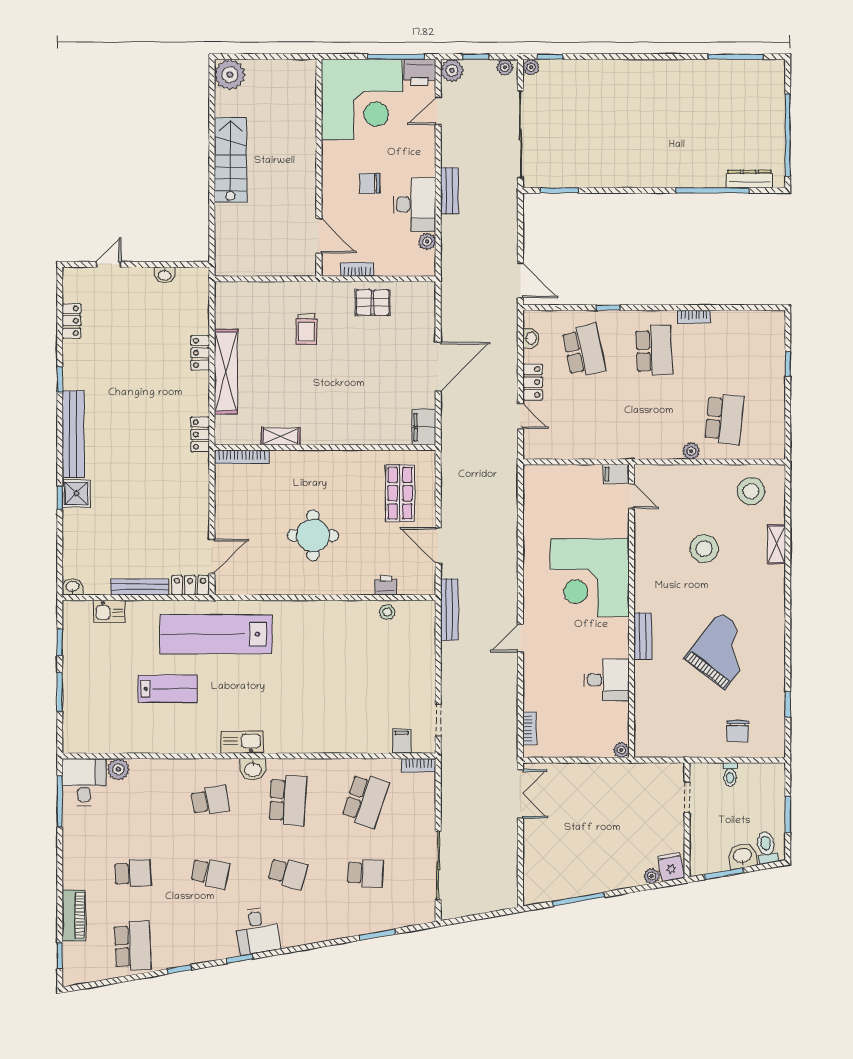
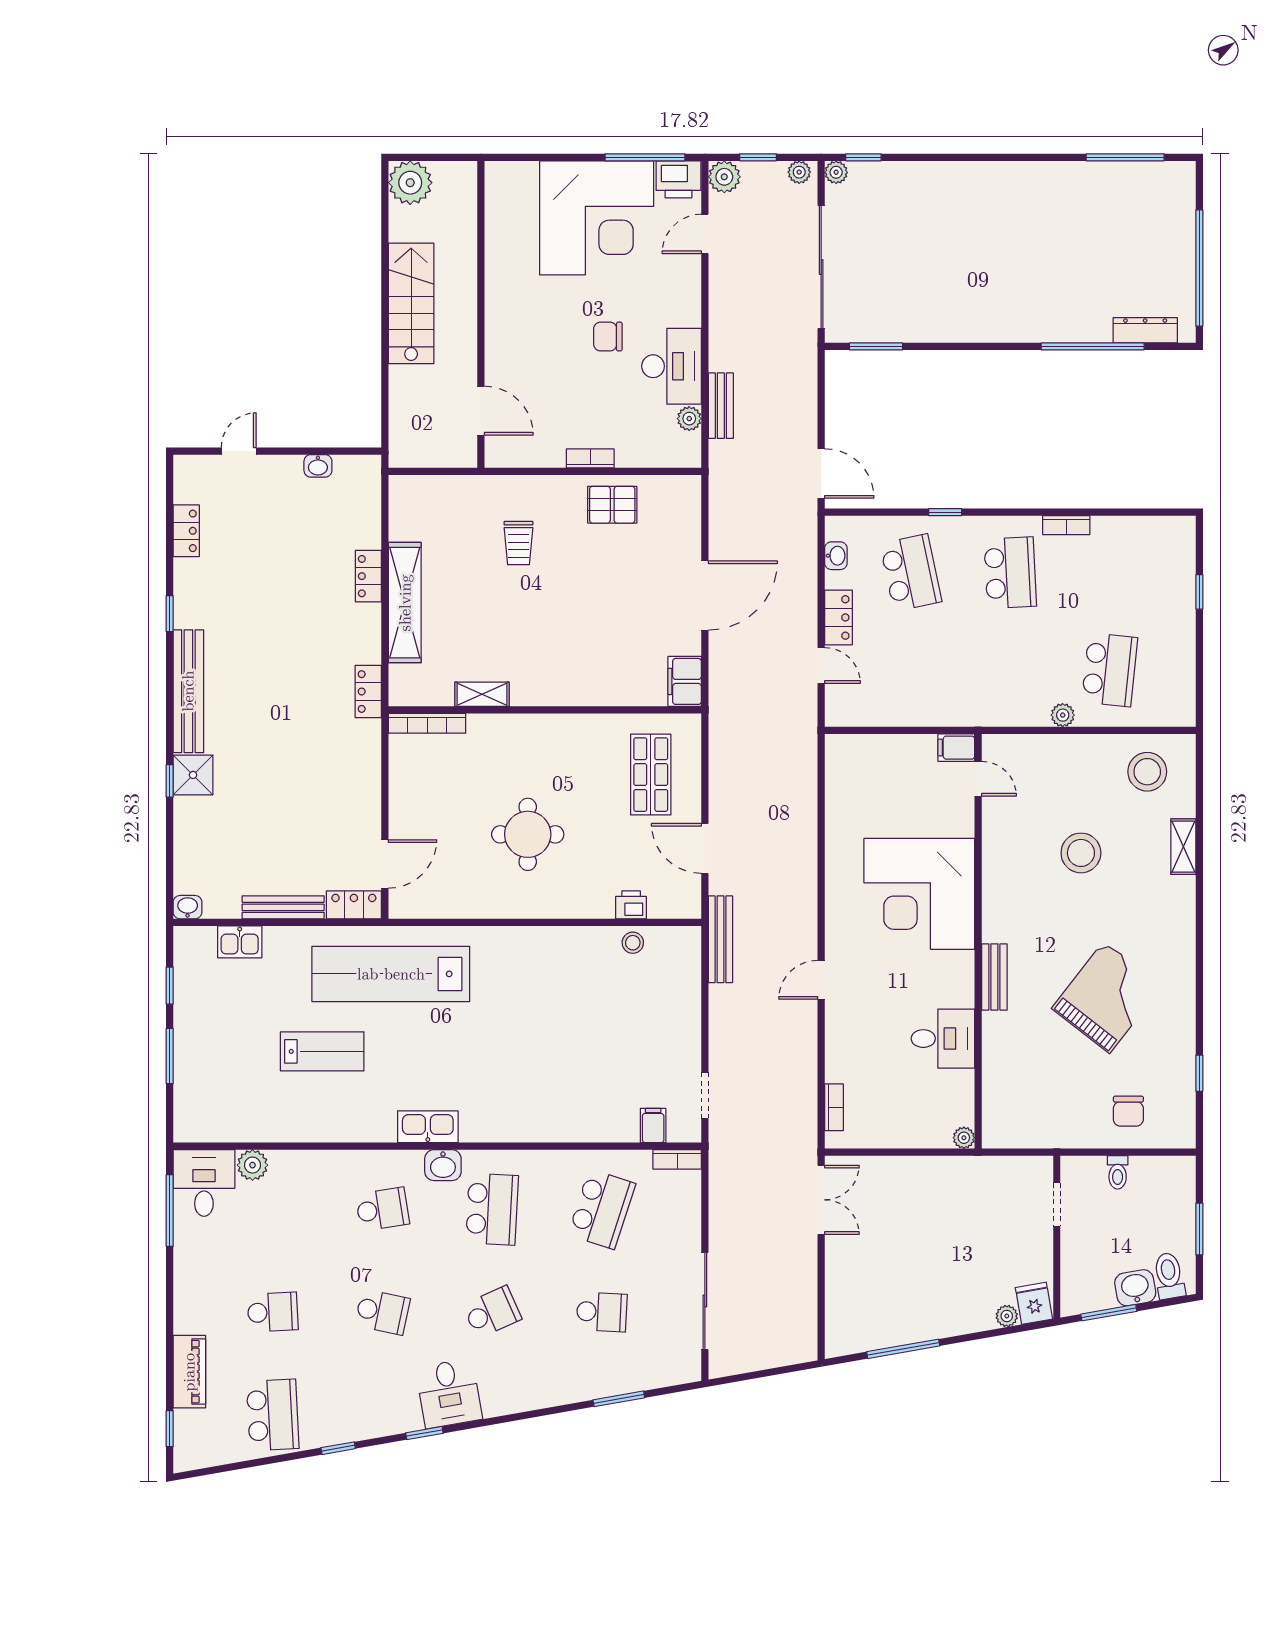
wall: (319, 168) -> (481, 314), moved
bench: (449, 191) -> (721, 406), moved
door: (319, 236) -> (481, 411), moved
school desk: (288, 873) -> (492, 1312), turned -39

